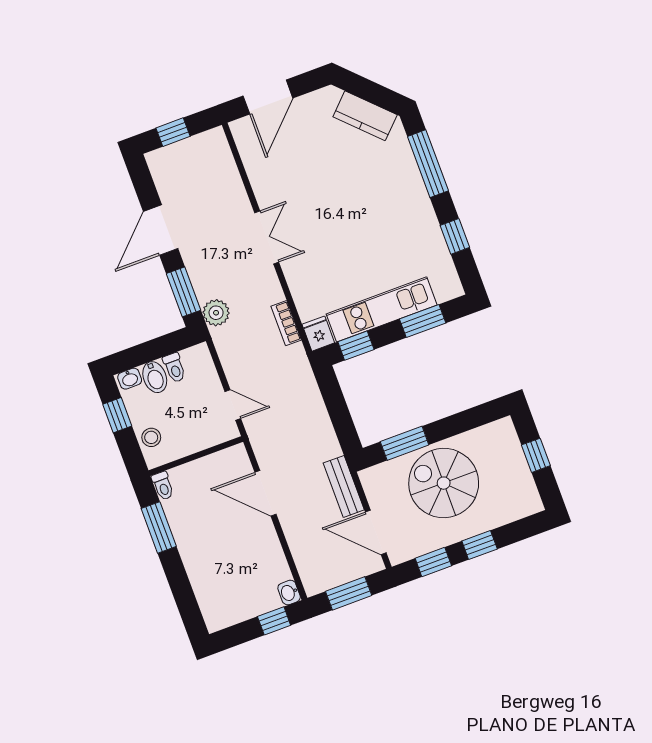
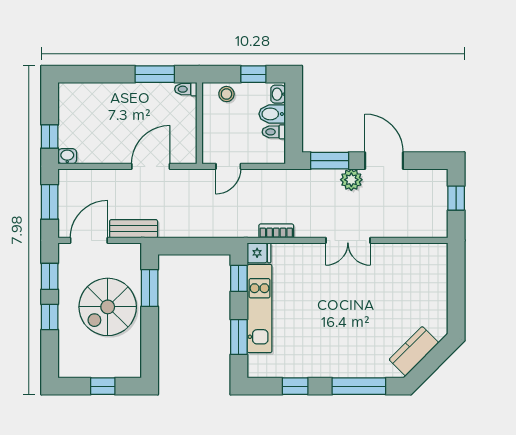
door: (268, 97) -> (456, 281), removed
plant: (216, 313) -> (351, 180), moved
spiral stairs: (444, 483) -> (108, 307), turned 180

